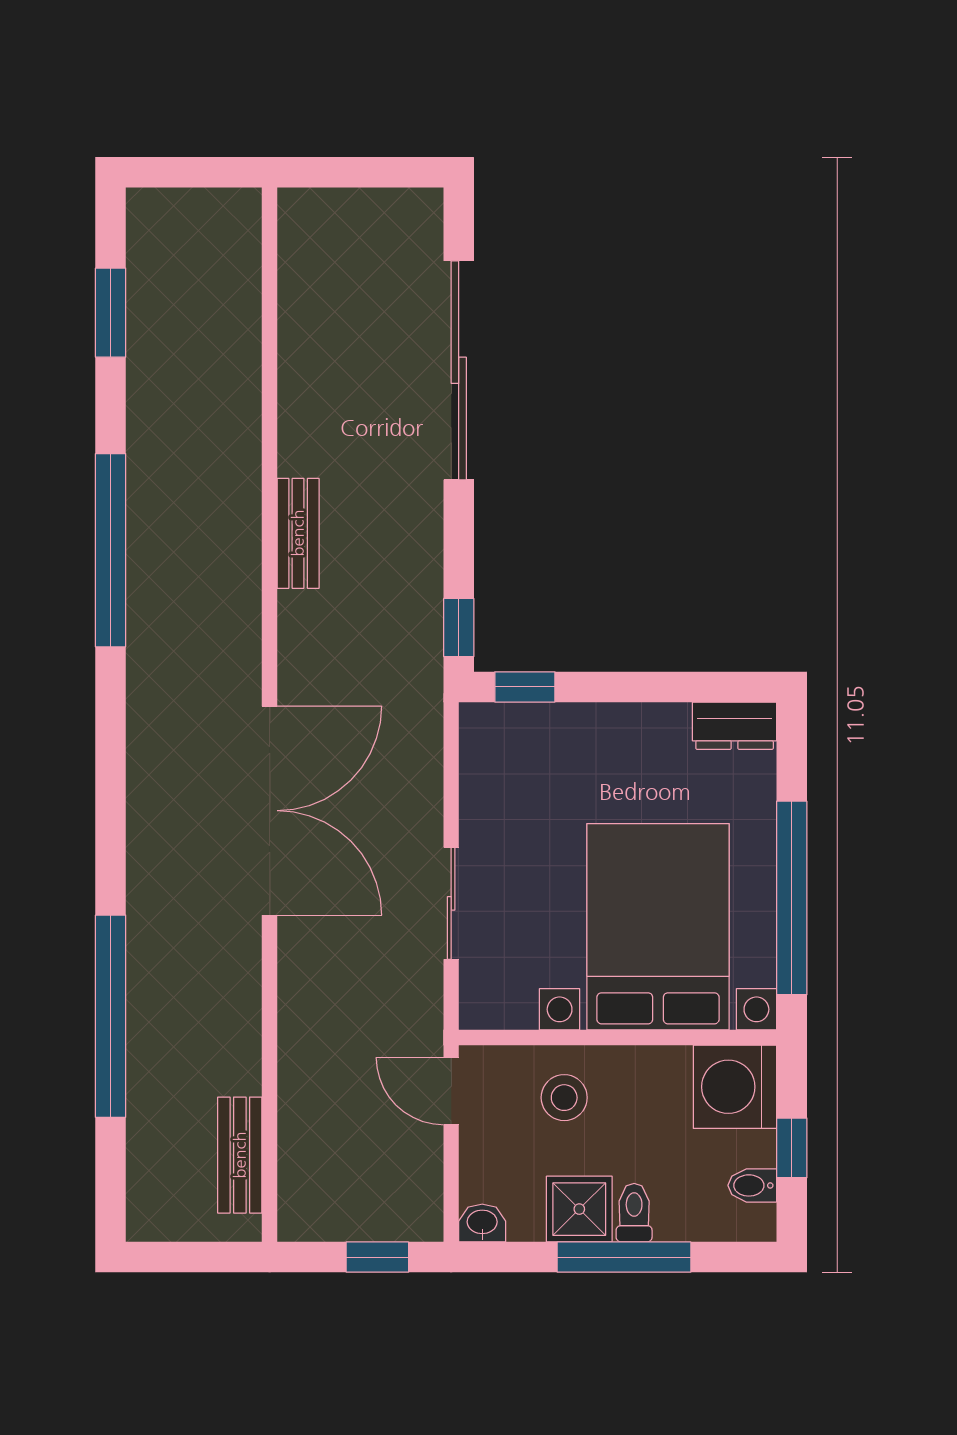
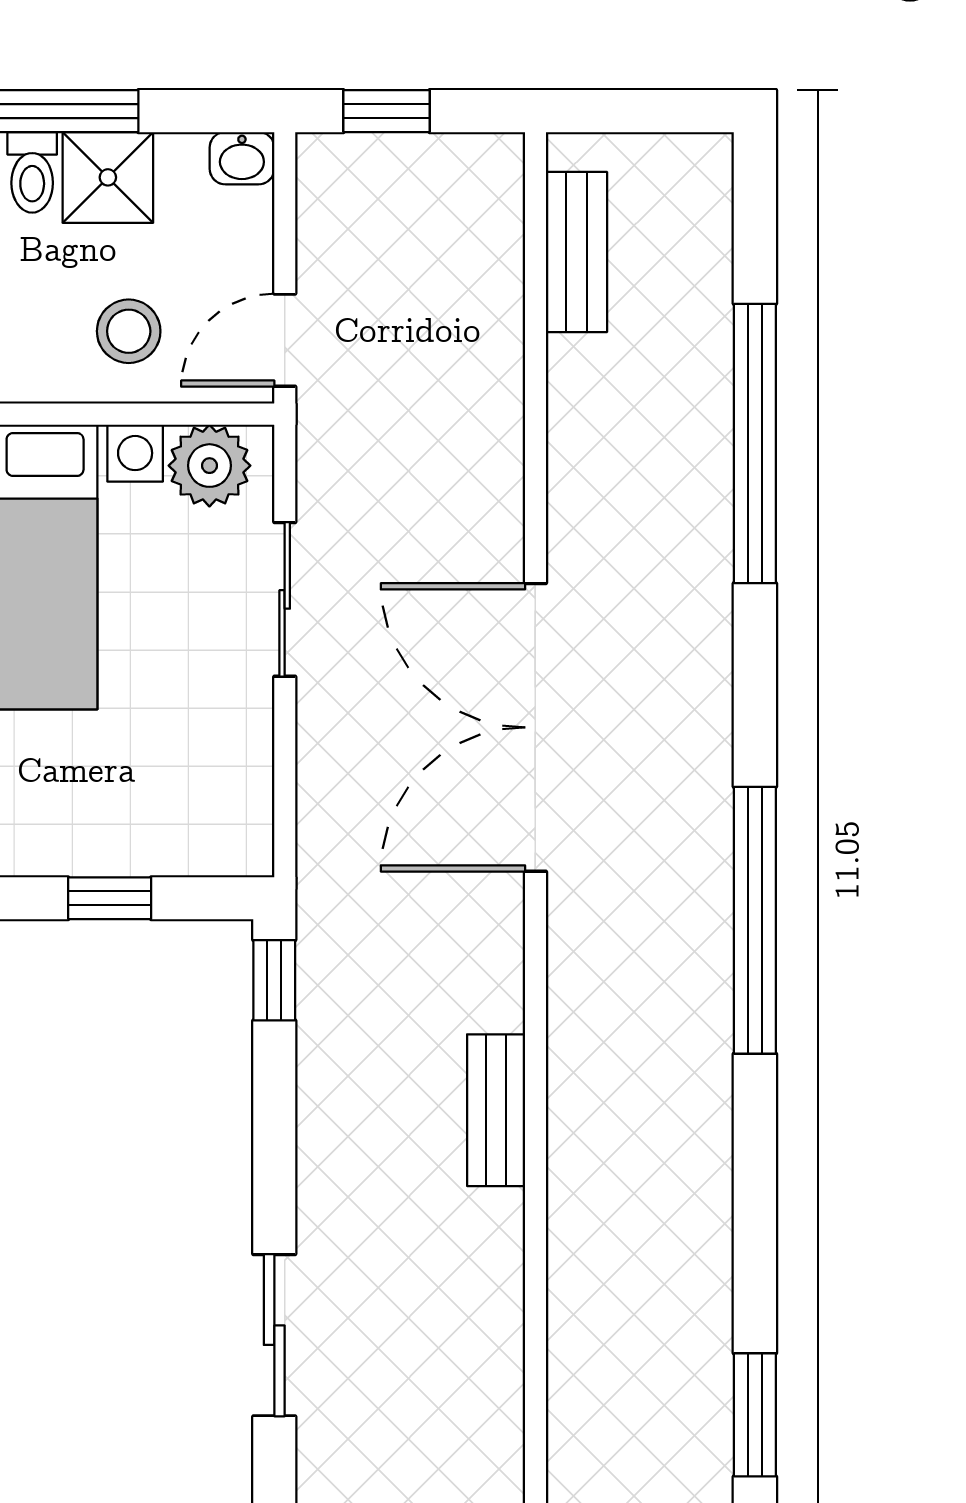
sliding door: (459, 370) -> (274, 1335), width x0.54
window: (111, 550) -> (755, 920), moved
window: (525, 687) -> (110, 898), moved
plant: (506, 1000) -> (209, 466), added
door: (451, 1091) -> (285, 340), swing flipped

